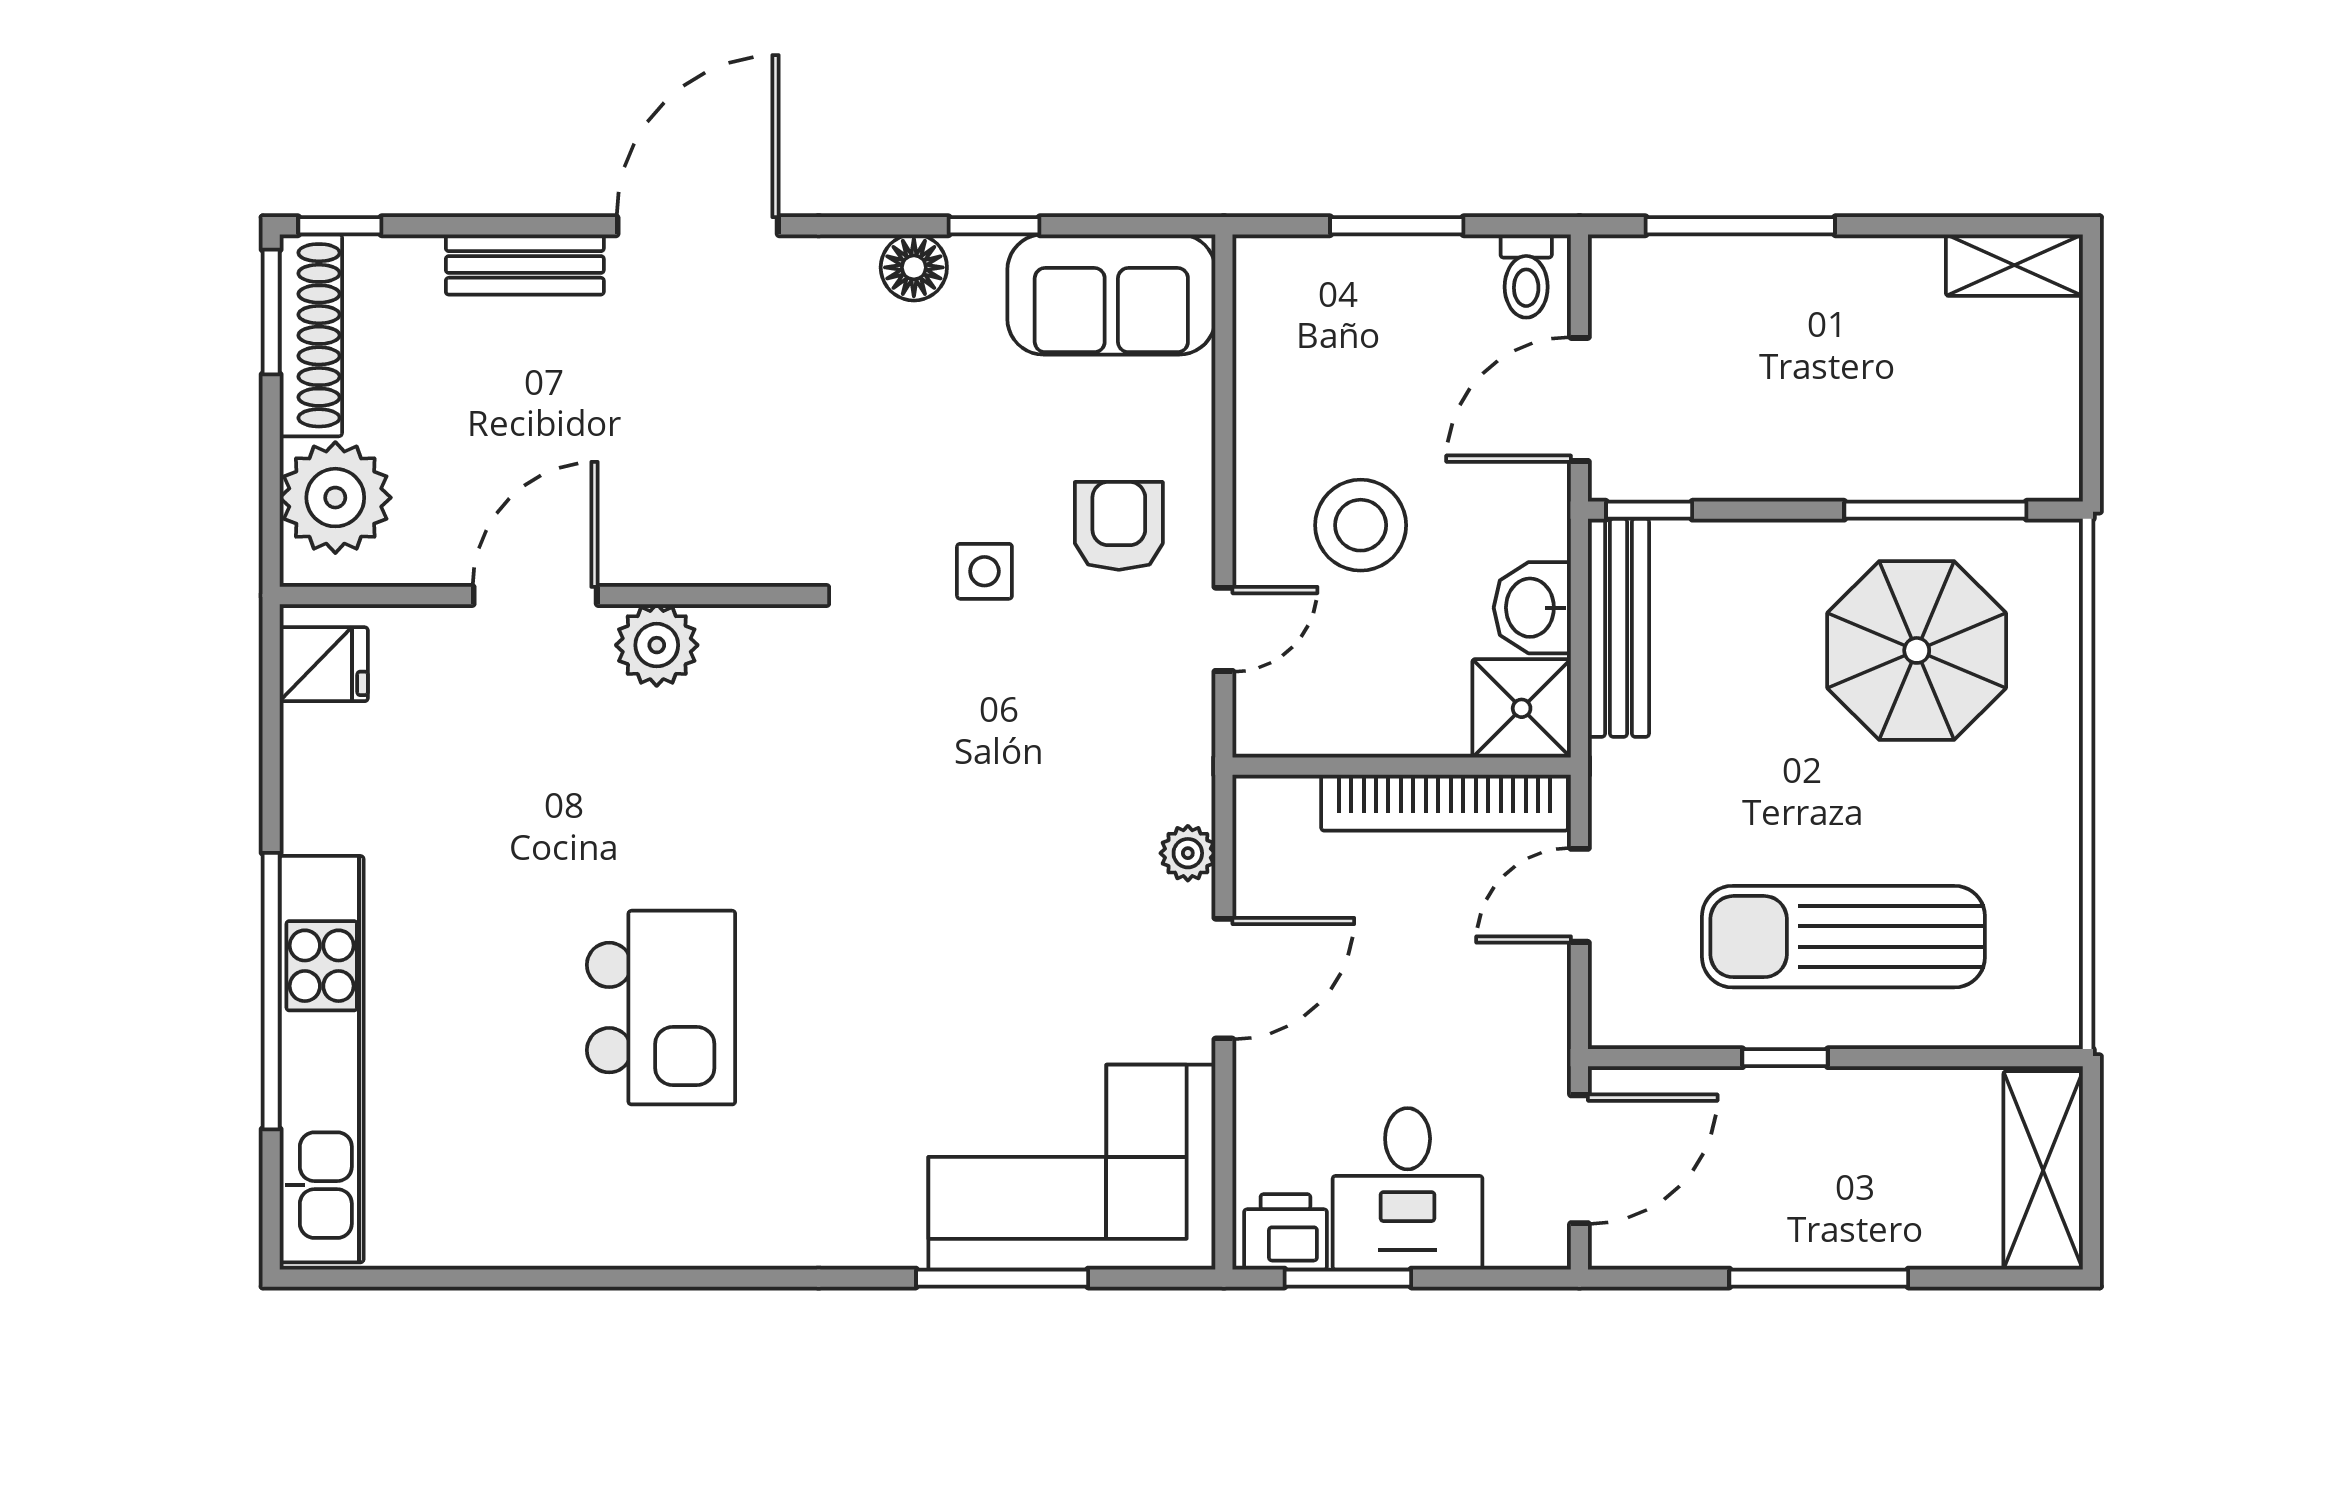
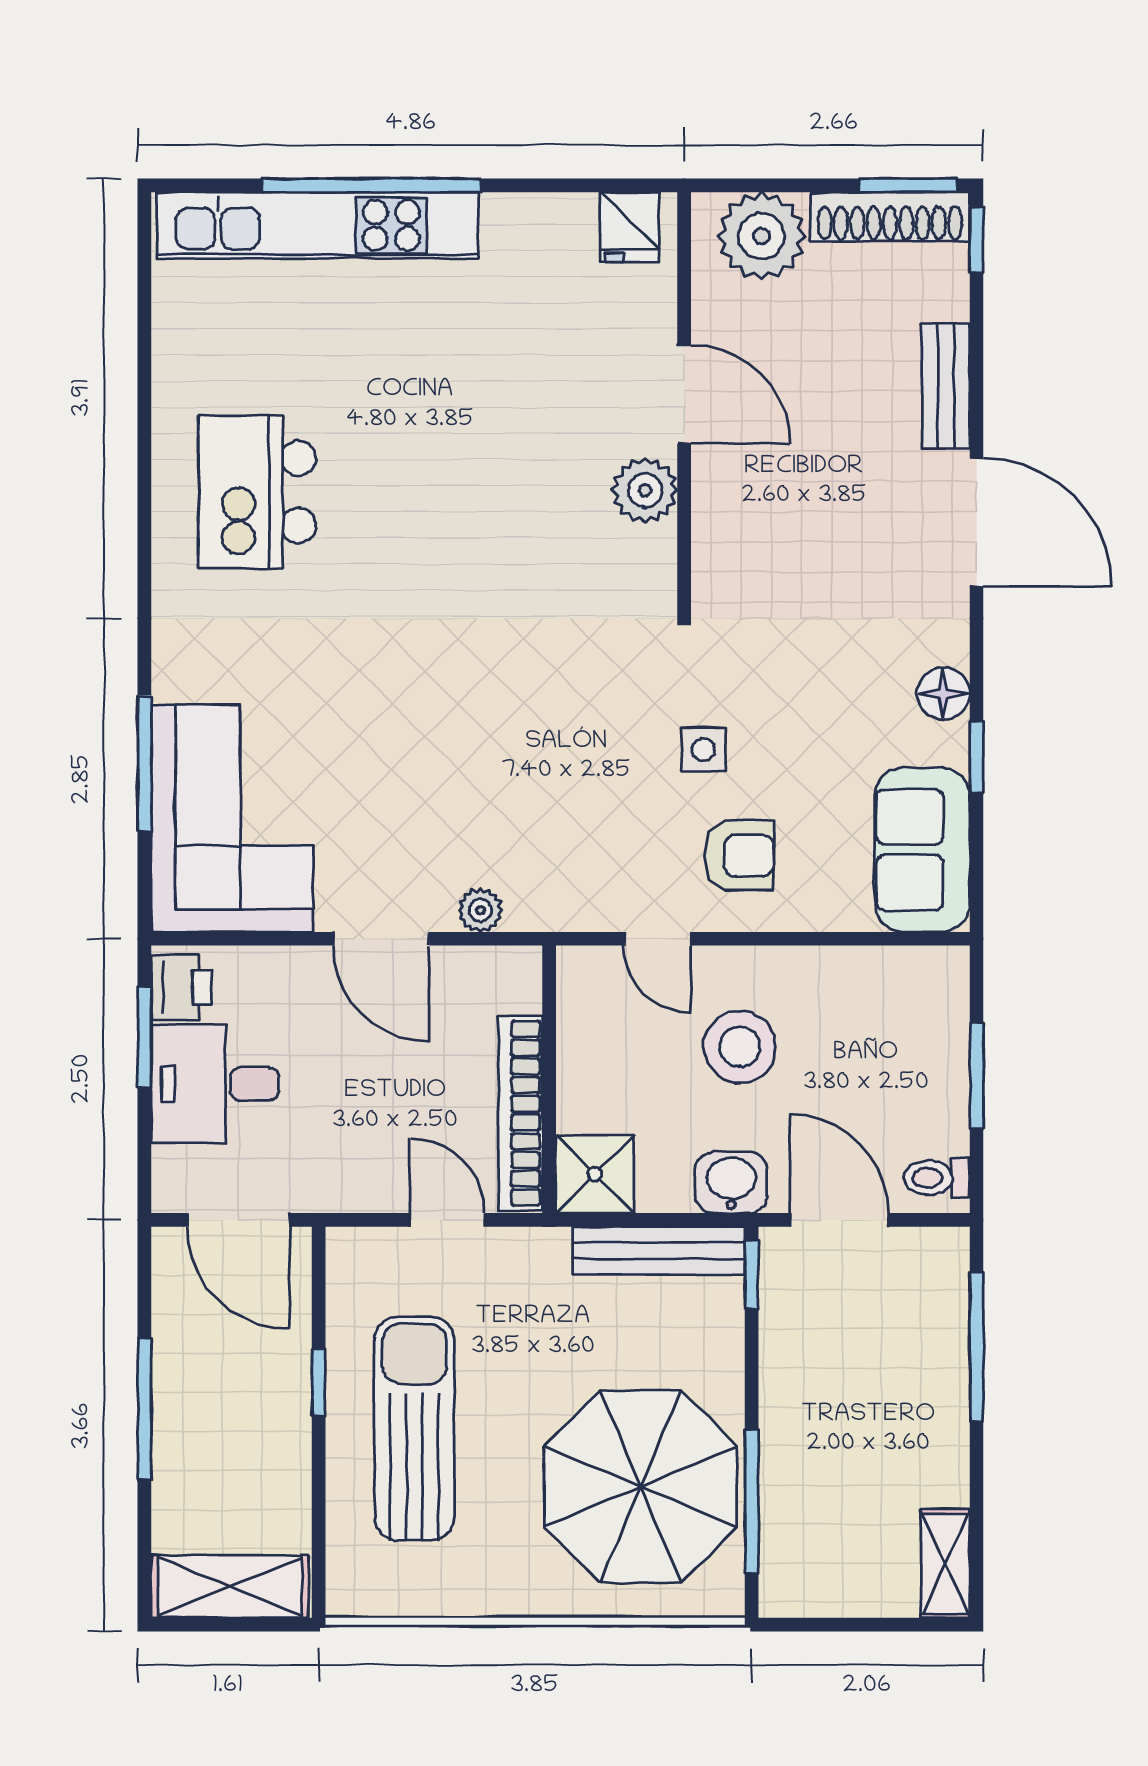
washbasin: (1532, 608) -> (731, 1183), moved
parasol: (1917, 650) -> (641, 1487), width x1.36, depth x1.36
kitchen island: (661, 1008) -> (257, 492), moved, turned 90

